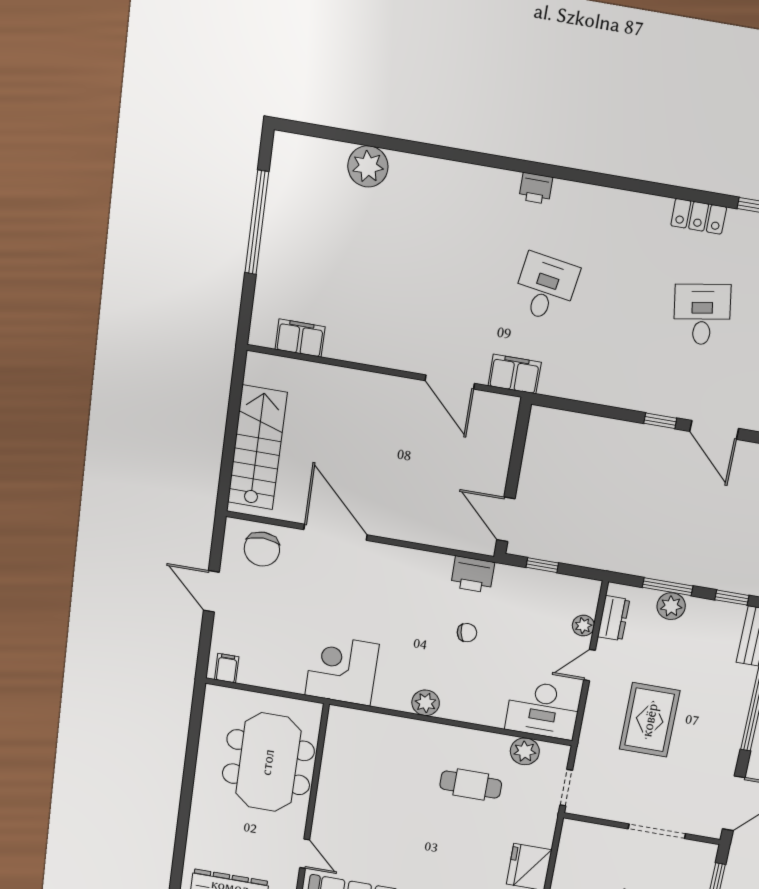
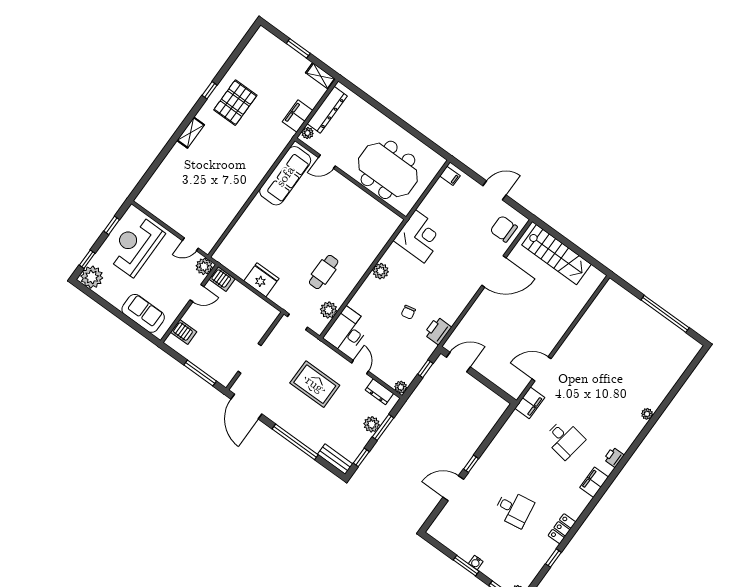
plant: (368, 166) -> (647, 414), moved, width x0.53, depth x0.53
filing cabinet: (300, 338) -> (594, 482), moved, turned 180
plant: (583, 626) -> (401, 387), moved

